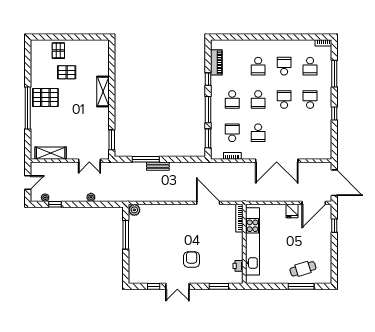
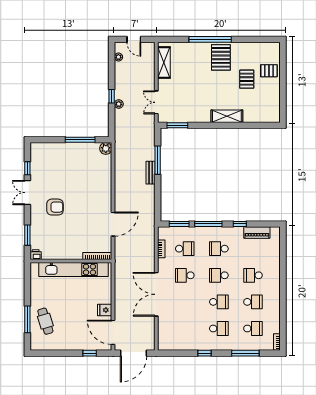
school desk: (310, 66) -> (253, 328), turned 180
window: (55, 204) -> (112, 96), moved
printer: (238, 266) -> (36, 255), moved

